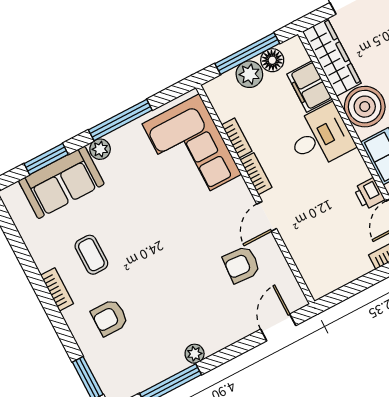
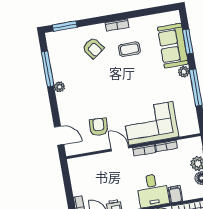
filing cabinet: (309, 87) -> (175, 194), width x0.50
corner sofa: (192, 149) -> (151, 123), moved
armchair: (110, 318) -> (93, 48), turned 144

